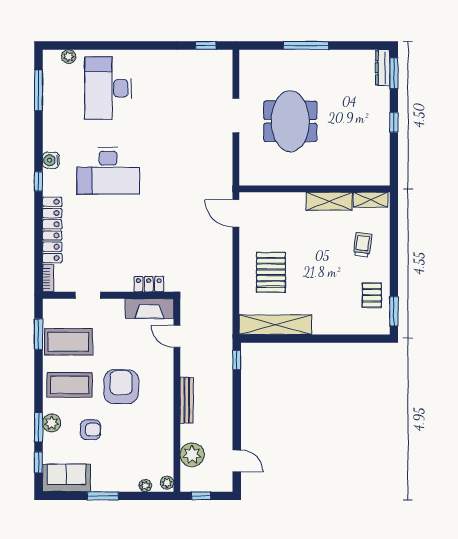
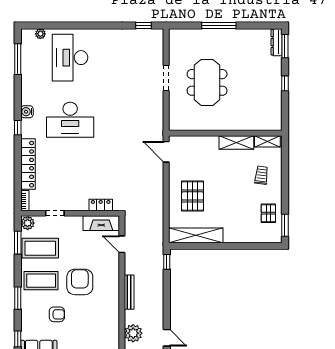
plant: (52, 423) -> (28, 223), moved
window: (39, 427) -> (18, 298), moved

